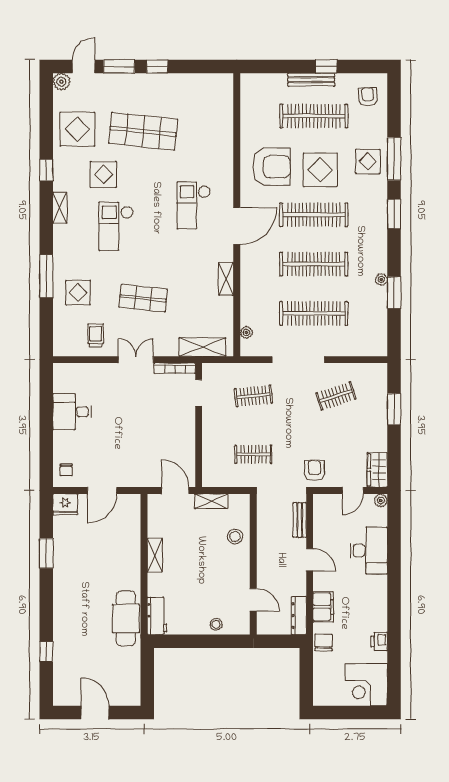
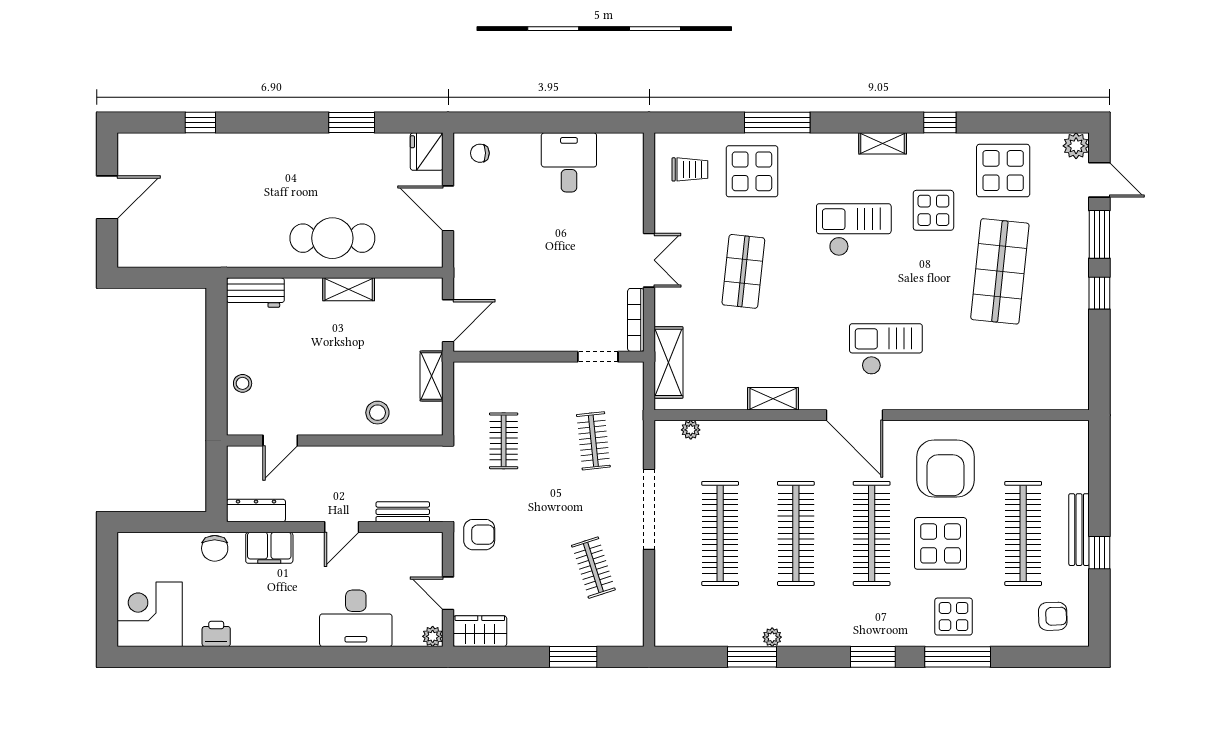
display table: (78, 293) -> (752, 171), width x1.36, depth x1.36
trolley: (96, 335) -> (690, 169), moved
cafe table: (126, 619) -> (332, 238), moved
chair: (323, 642) -> (215, 548), turned 90

